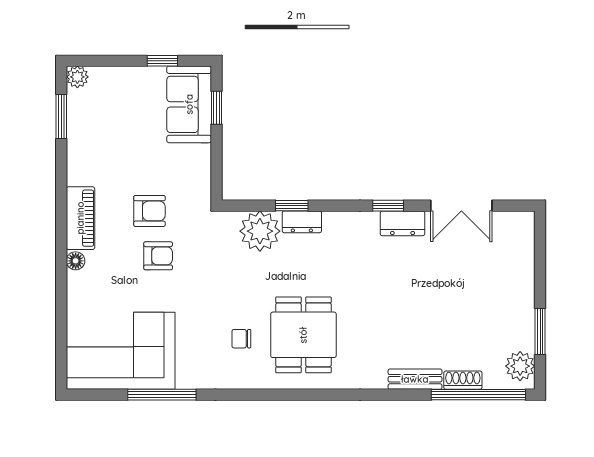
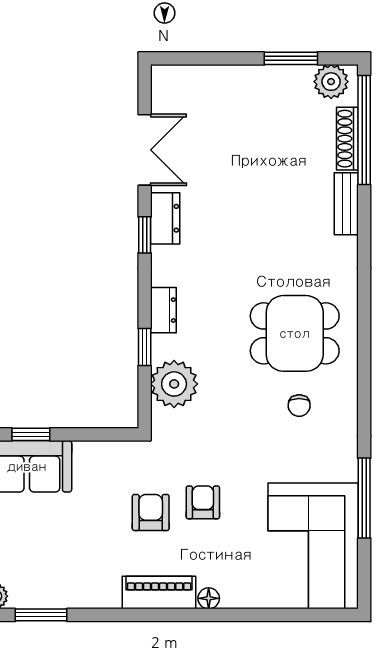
dresser: (302, 222) -> (163, 310), moved
shoe rack: (463, 380) -> (347, 139), width x1.43

